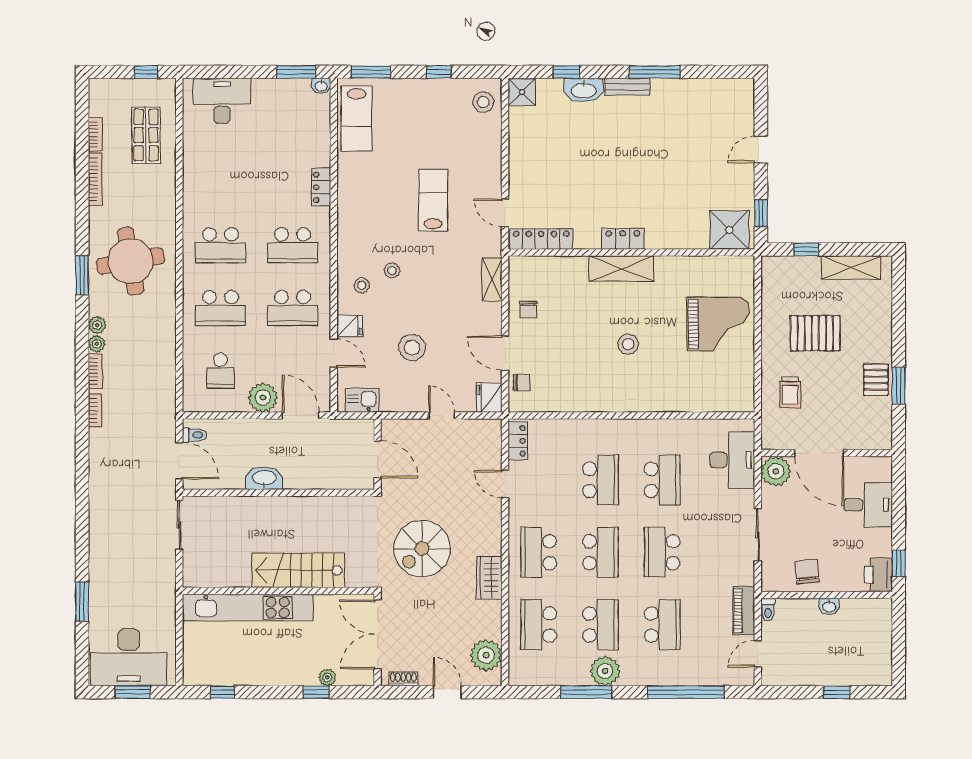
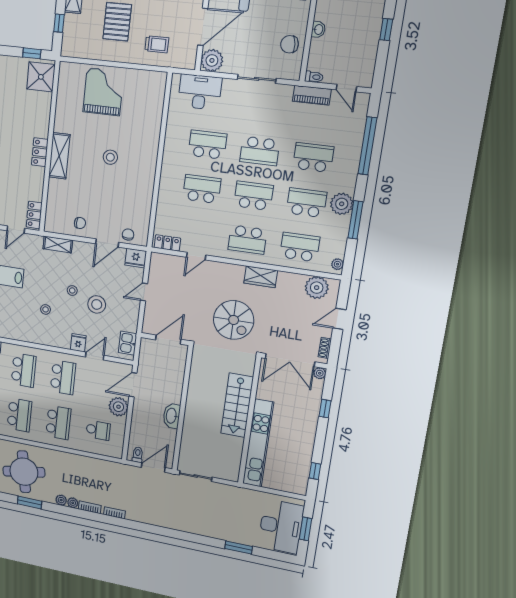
locker: (541, 239) -> (34, 215), width x0.66
stool: (362, 285) -> (72, 290), moved
school desk: (539, 625) -> (300, 247), turned 180
plant: (327, 677) -> (320, 373), moved
plant: (523, 678) -> (337, 264), added

